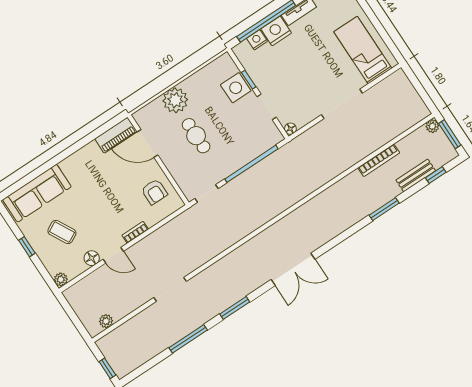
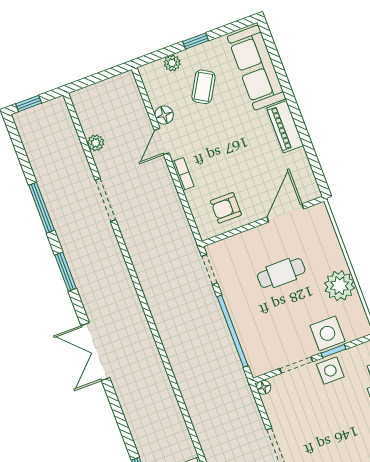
side table: (265, 79) -> (330, 371), added
plant: (175, 100) -> (339, 286), moved
piano: (116, 135) -> (285, 127), moved
coffee table: (62, 232) -> (203, 87), turned -32
plant: (61, 279) -> (172, 63), moved
plant: (106, 321) -> (96, 143), moved

